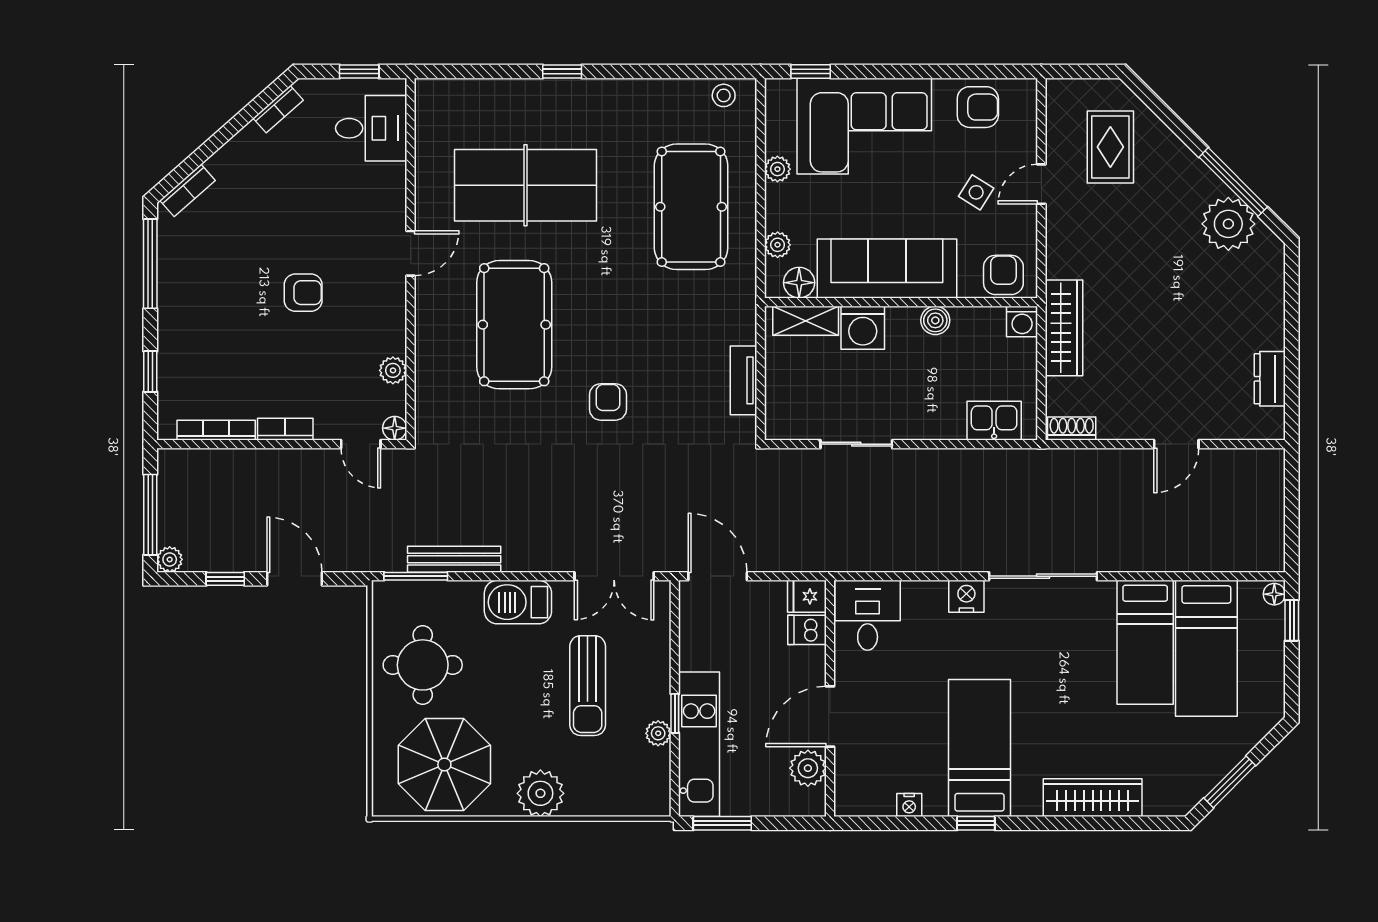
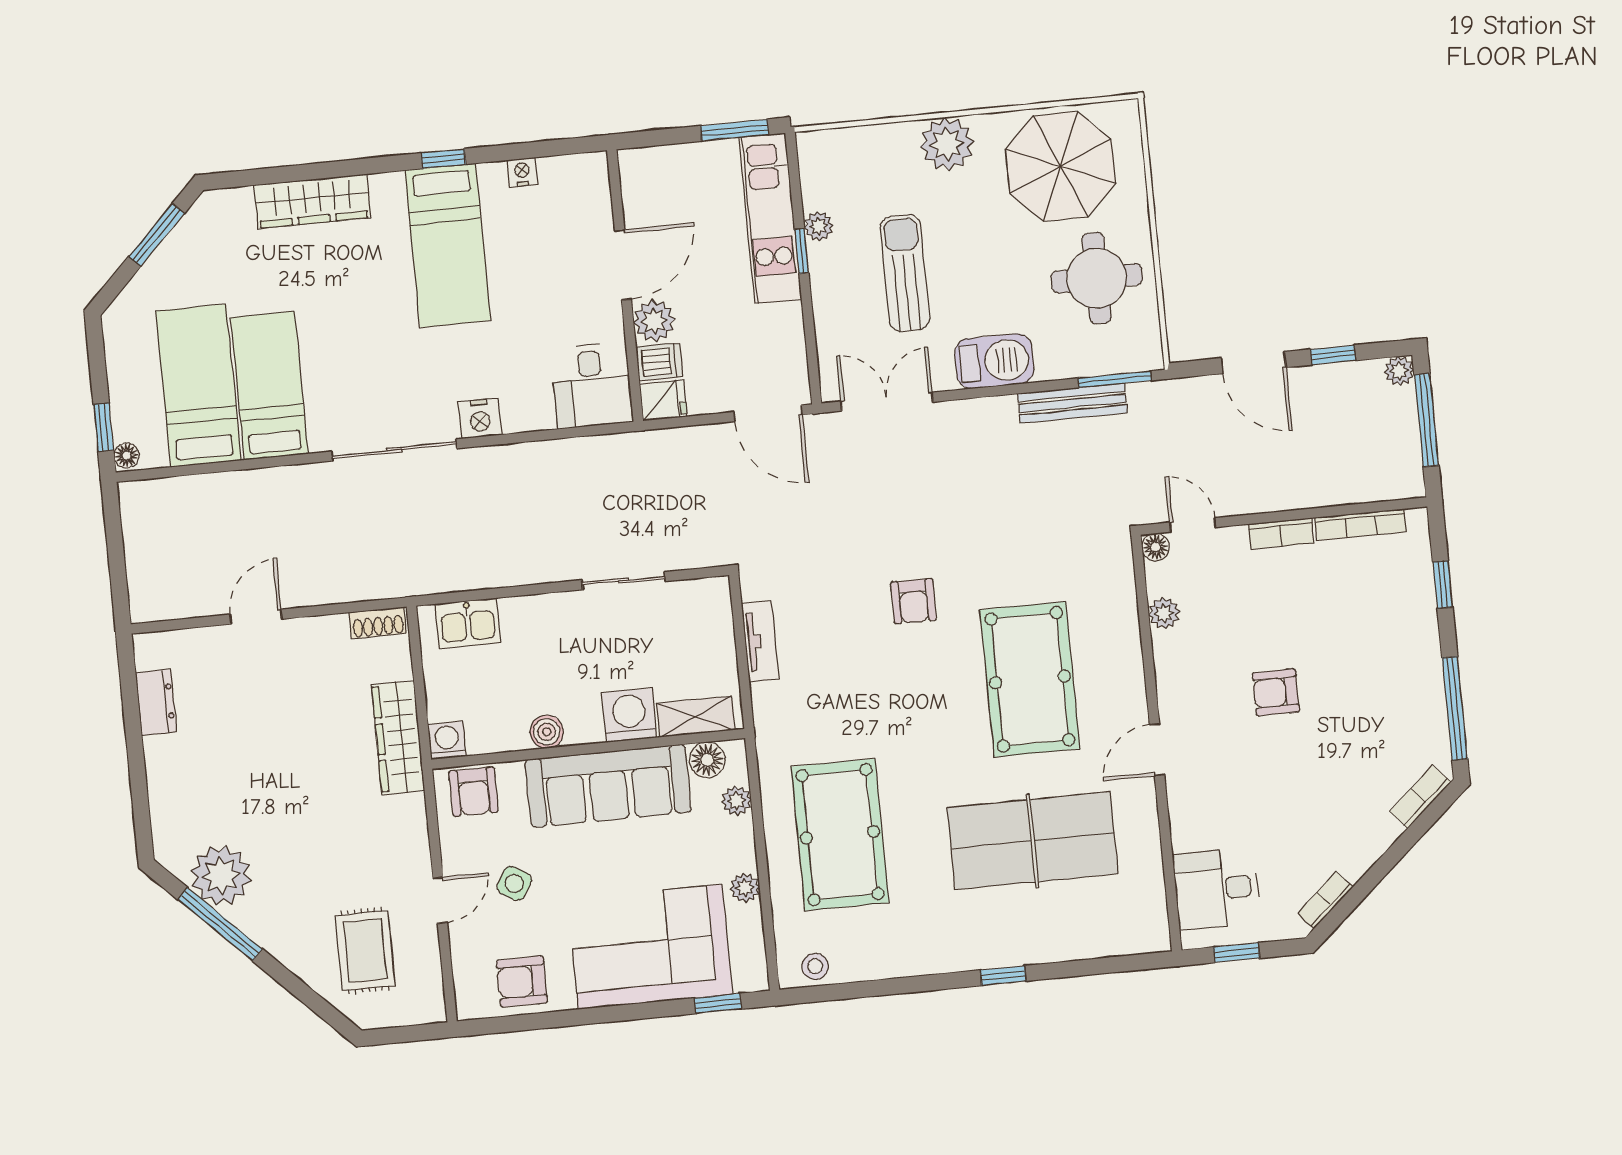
plant: (808, 768) -> (654, 321), moved

